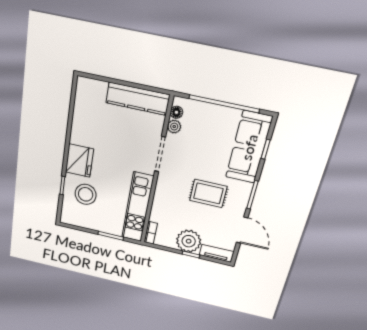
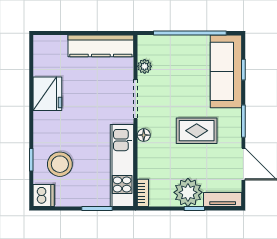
floor lamp: (176, 112) -> (144, 135), moved
fridge: (79, 161) -> (47, 94), moved
dishwasher: (69, 216) -> (44, 196), added

